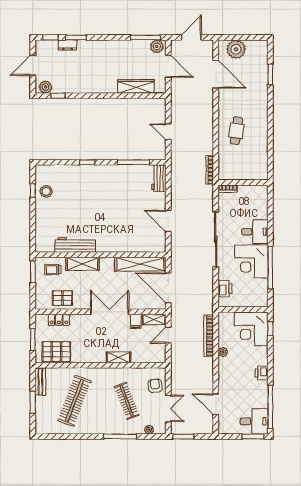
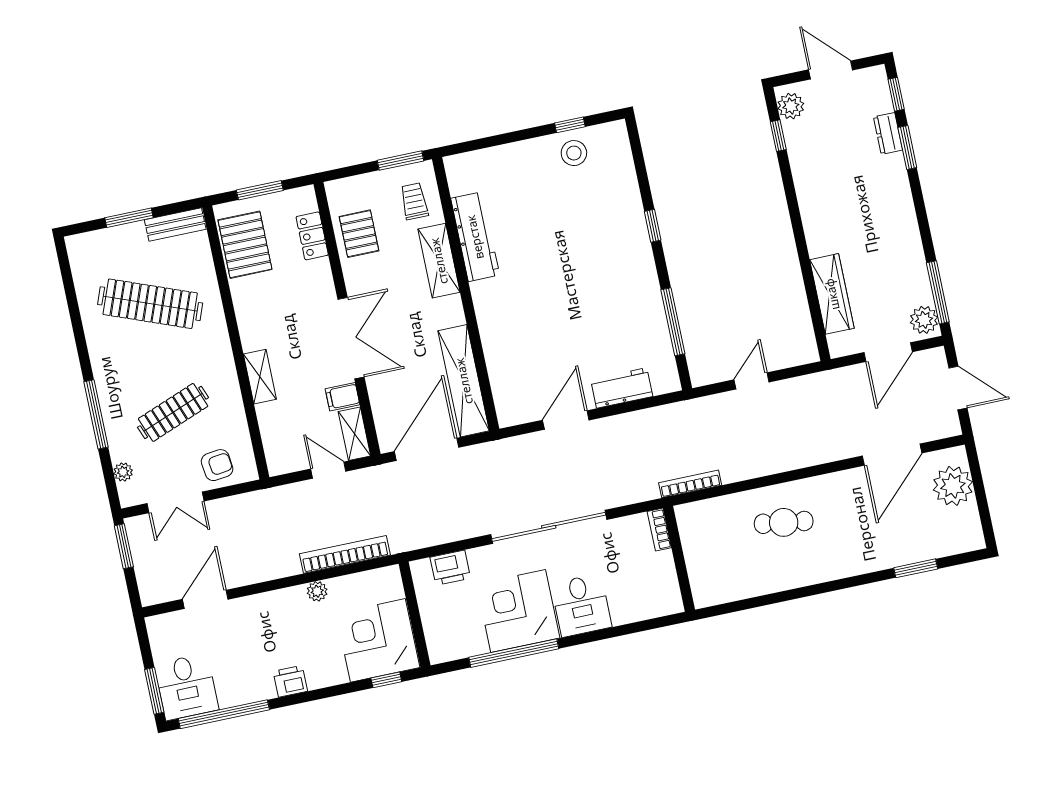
workbench: (159, 178) -> (622, 388), moved

